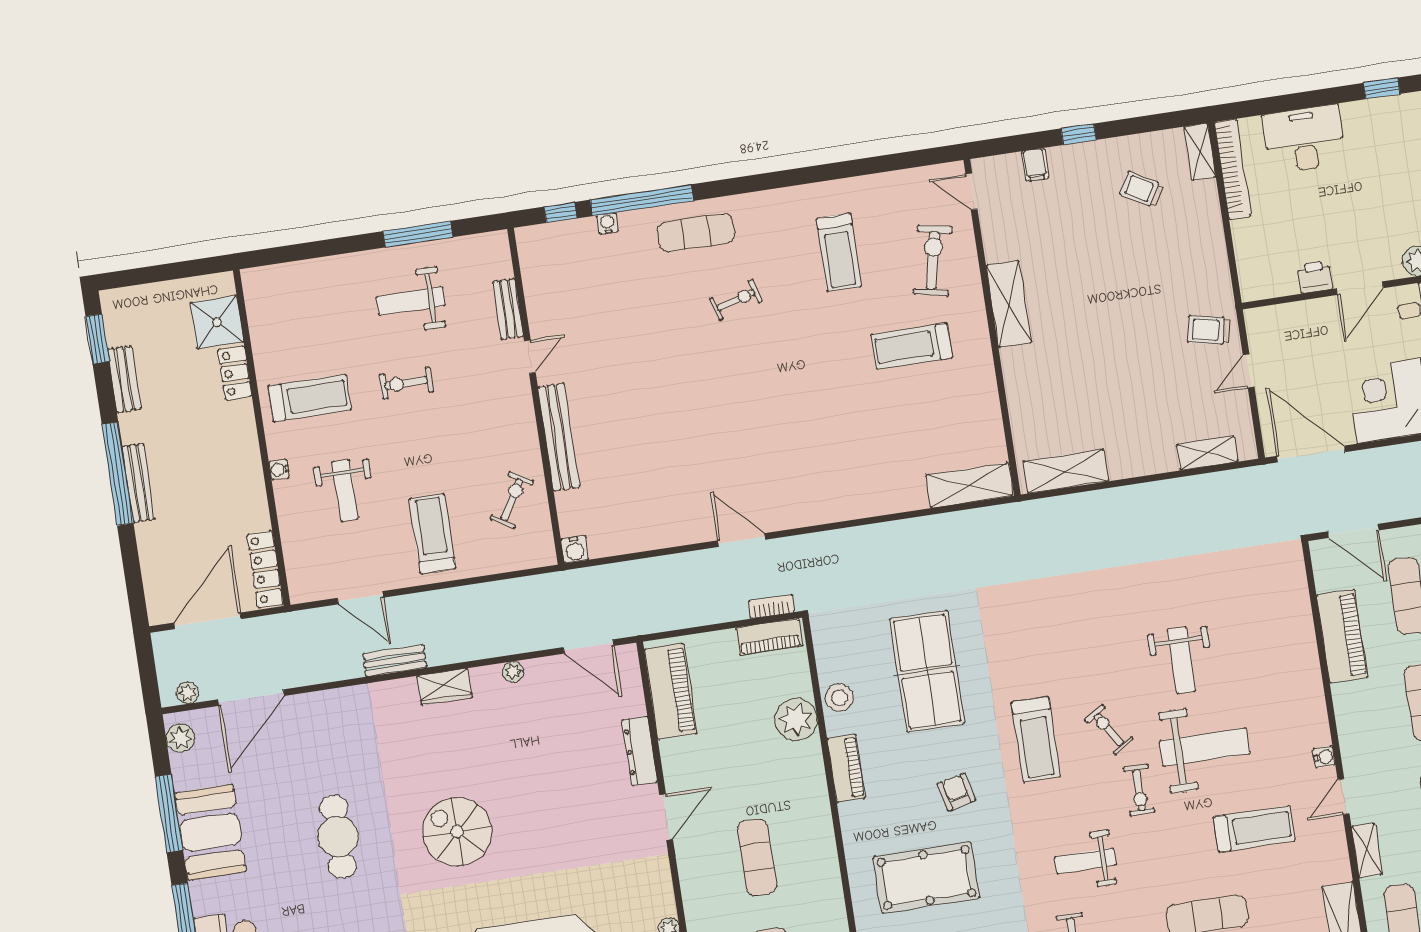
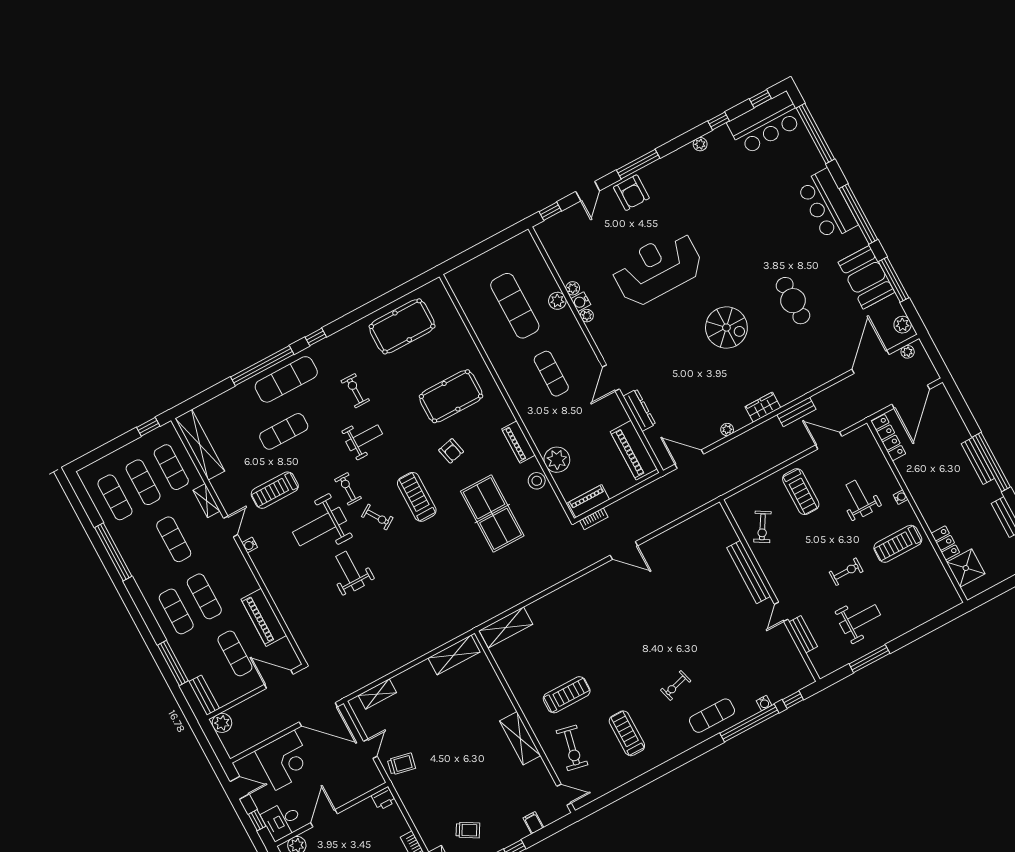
printer: (1315, 277) -> (384, 799), moved
water cooler: (575, 549) -> (717, 511), removed

